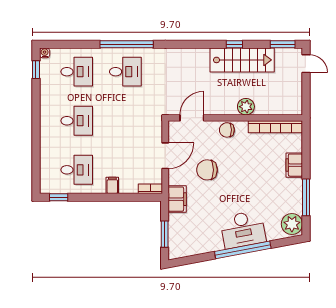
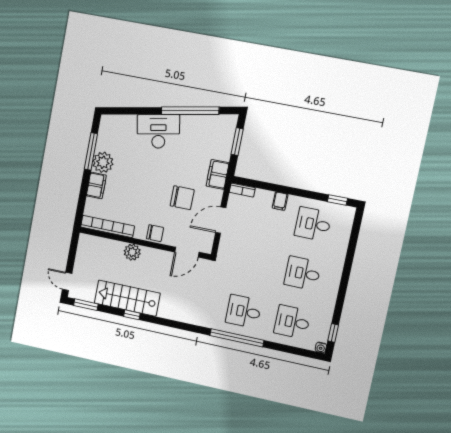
plant: (292, 224) -> (103, 162), moved
window: (243, 250) -> (190, 111), moved

